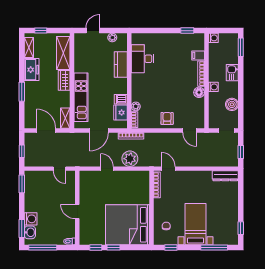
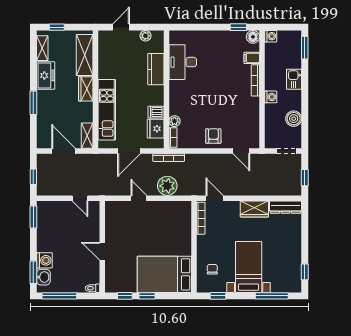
floor lamp: (199, 92) -> (253, 37), moved
wardrobe: (200, 177) -> (254, 209), added
bed: (128, 225) -> (164, 274), width x0.73

